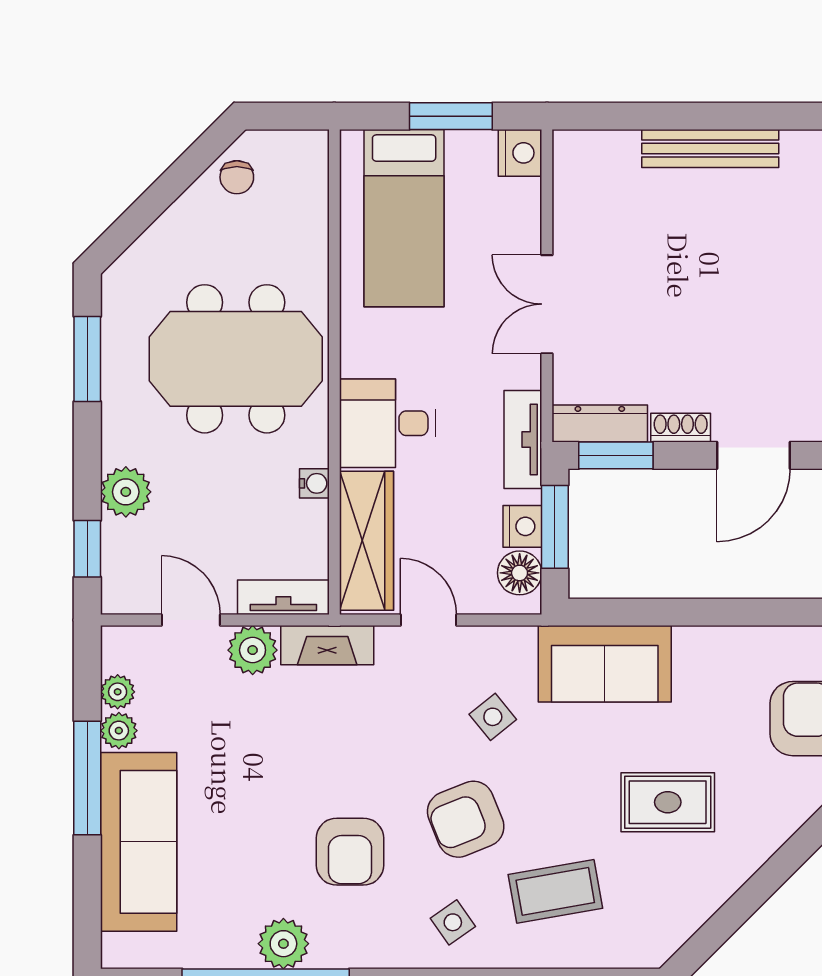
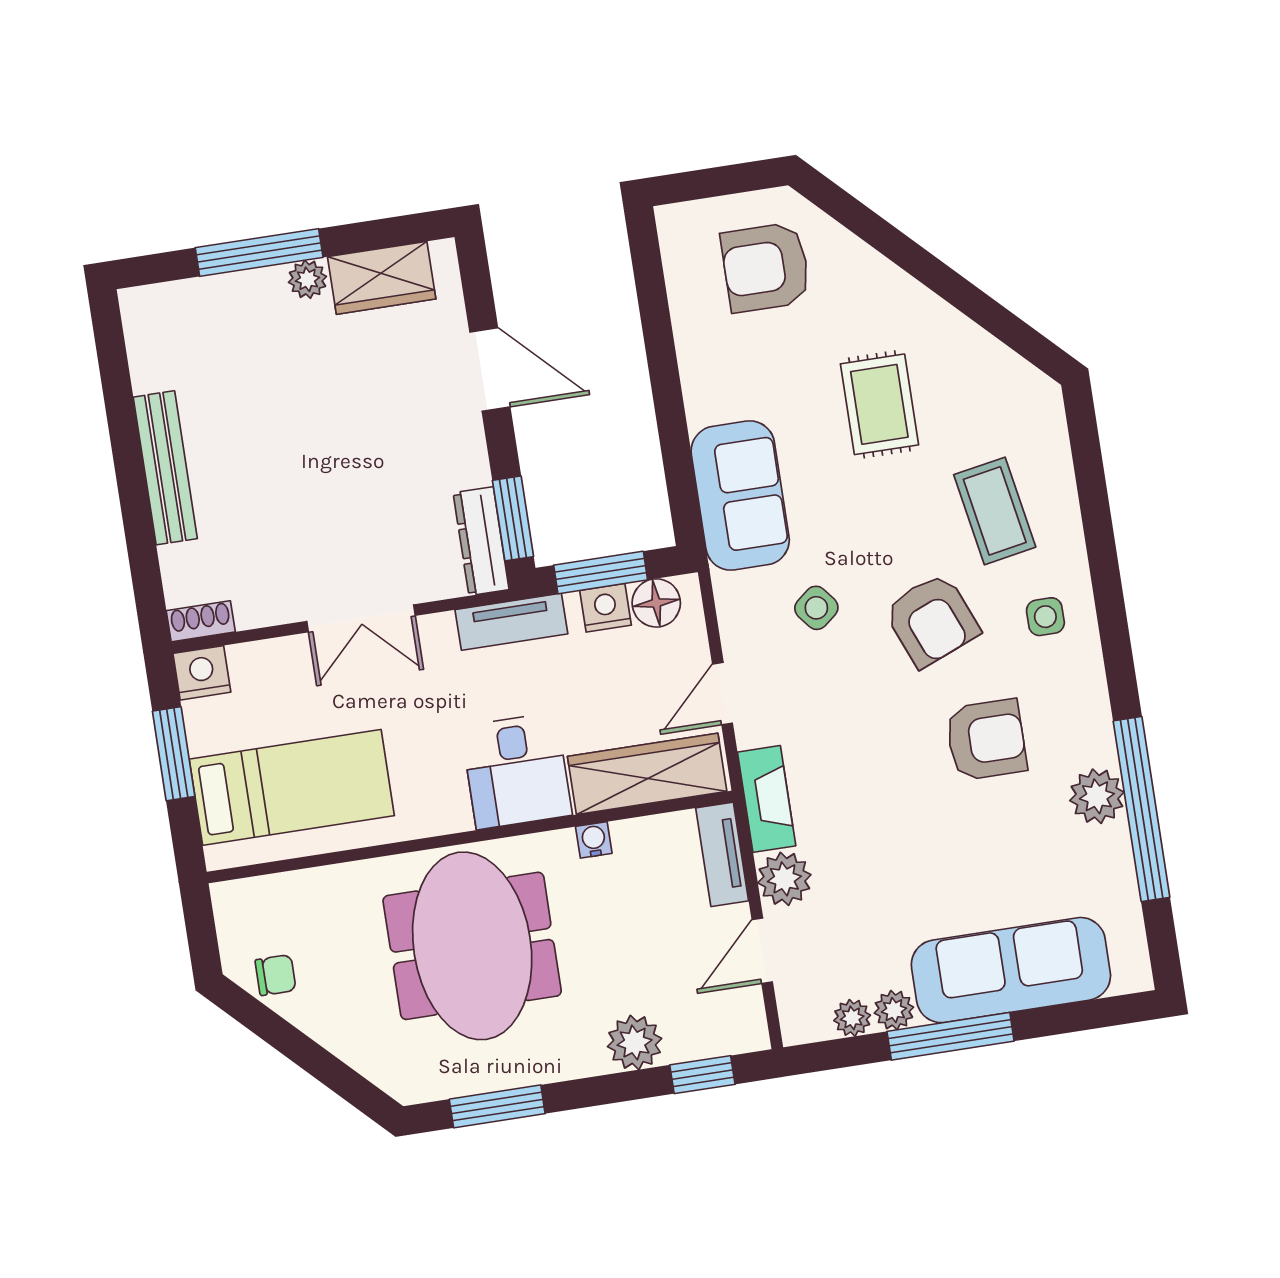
shoe rack: (681, 428) -> (201, 621), moved, turned 90
side table: (453, 922) -> (1045, 617), turned 35

